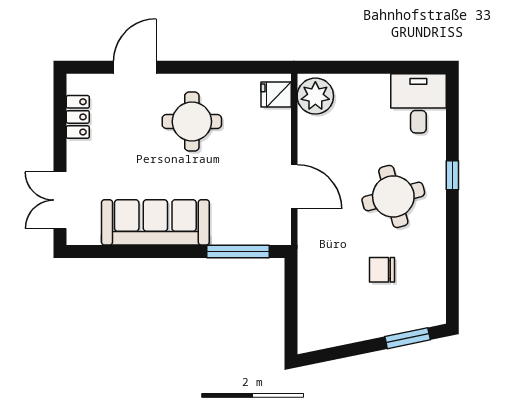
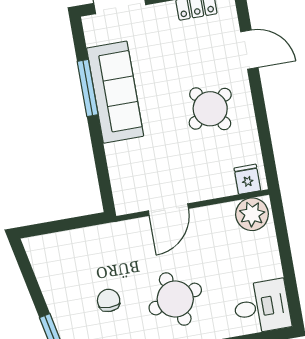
round table: (192, 122) -> (210, 109), turned -34
window: (238, 252) -> (88, 88), moved

